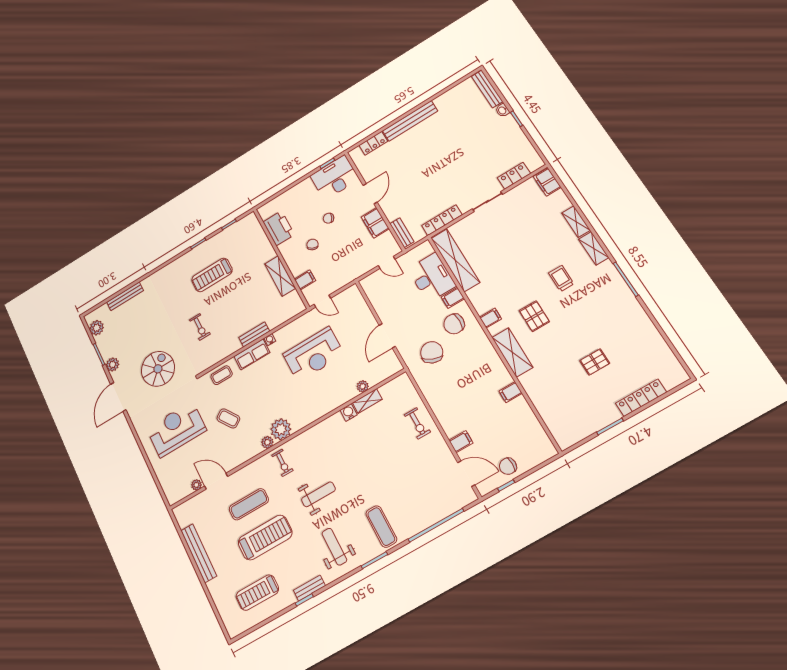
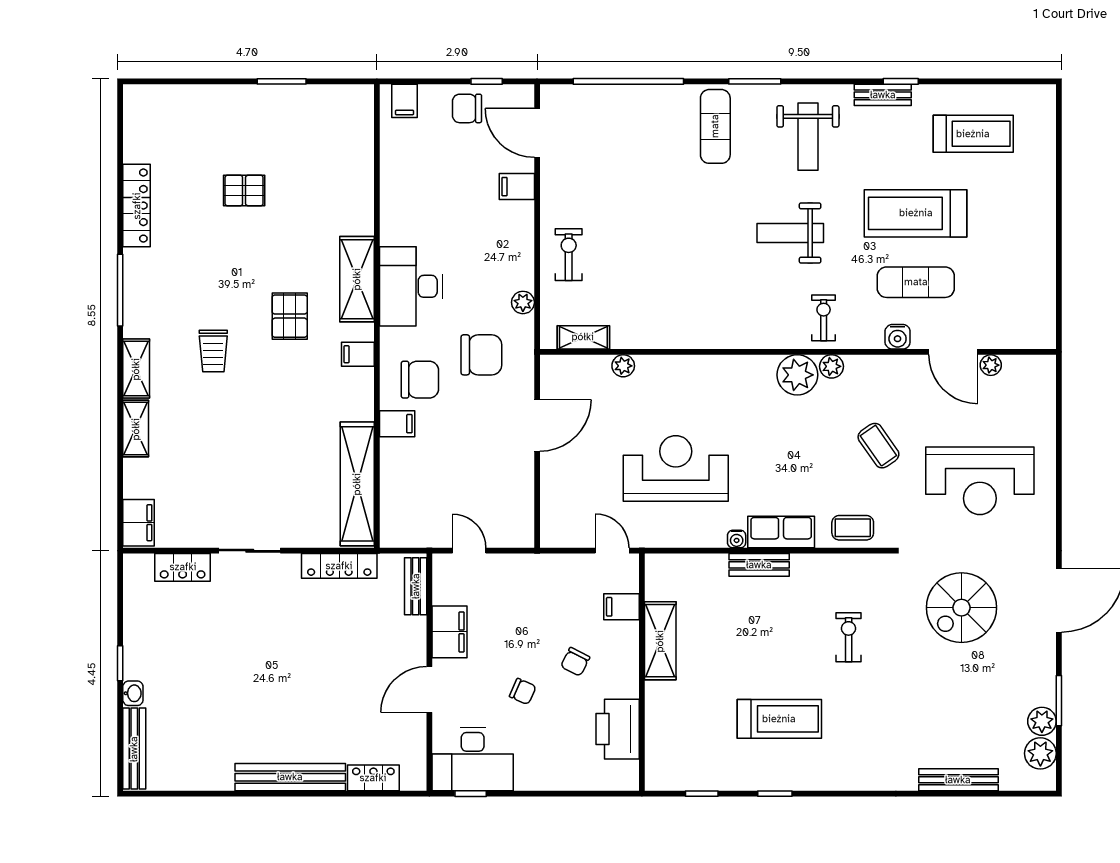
desk: (432, 277) -> (411, 286), moved
chair: (432, 352) -> (481, 355), turned -114
plant: (113, 365) -> (1042, 721), moved
plant: (426, 388) -> (523, 302), added
filing cabinet: (511, 392) -> (404, 101), moved, turned 90
locker: (641, 398) -> (137, 206), moved, turned -90
shelving: (367, 401) -> (583, 337), moved
water cooler: (349, 412) -> (898, 337), moved
chair: (508, 466) -> (467, 108), turned 180
bench: (199, 553) -> (1043, 250), removed

